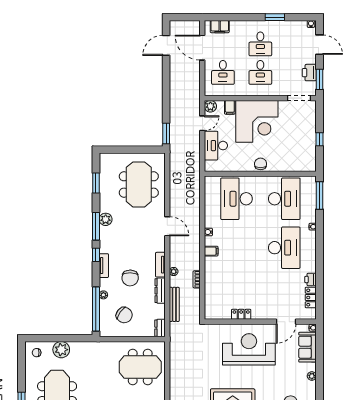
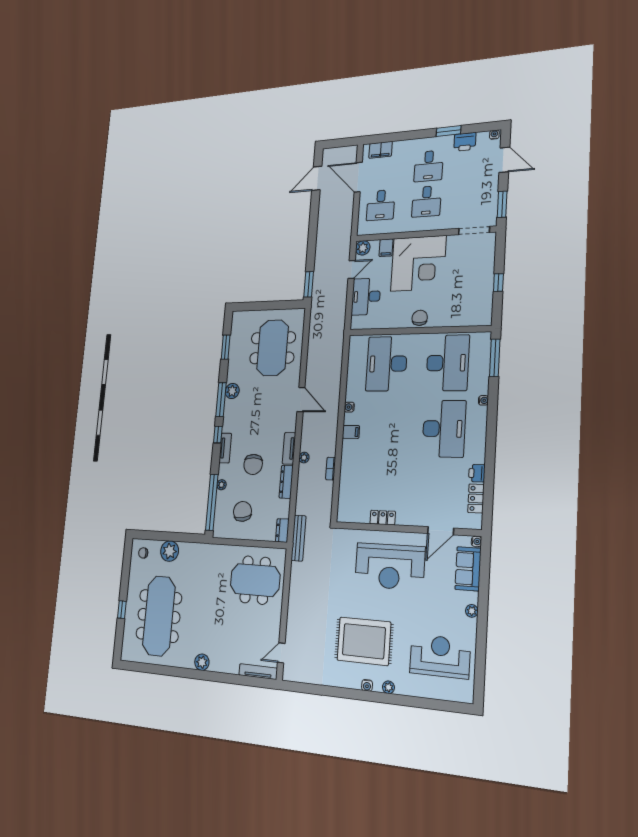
printer: (309, 73) -> (465, 142), moved, turned -90
bench: (174, 304) -> (299, 538), moved
chair: (124, 315) -> (242, 511), turned -135
reception desk: (249, 349) -> (390, 566), turned 180

